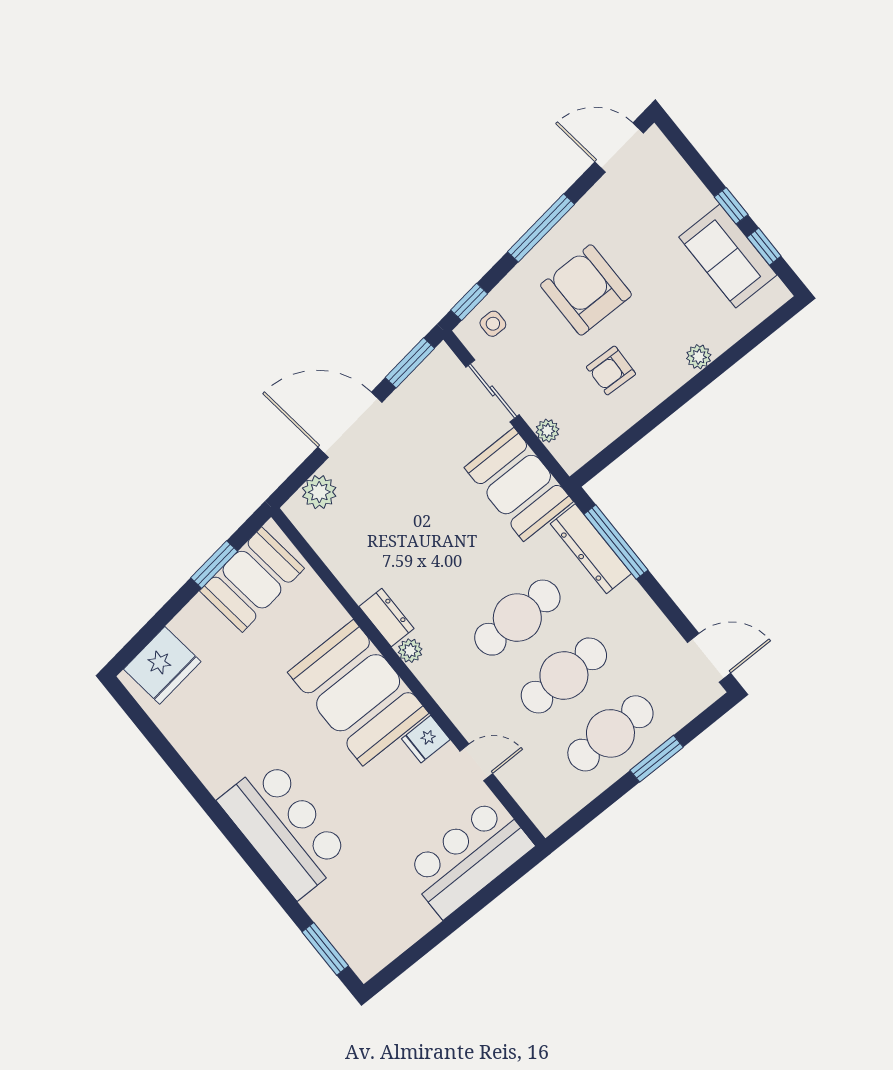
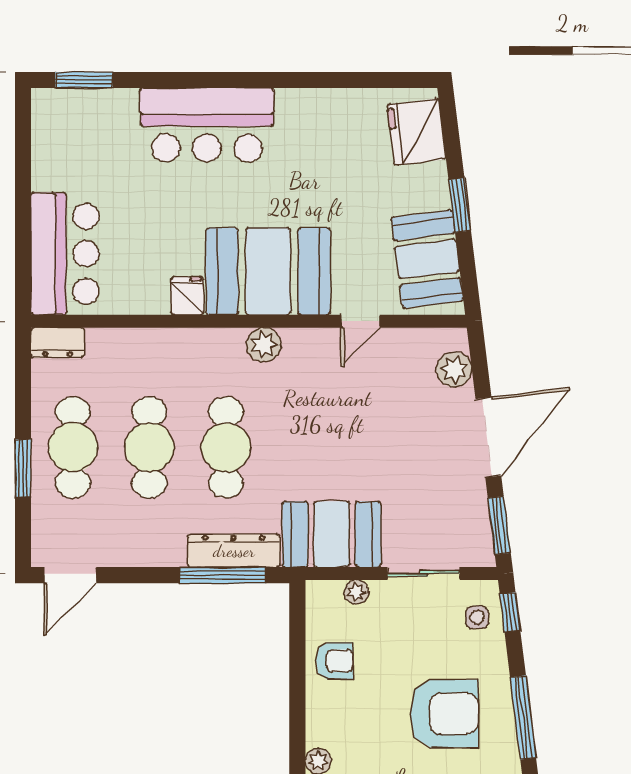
armchair: (611, 370) -> (335, 661), moved, turned 88
window: (214, 565) -> (460, 205), moved
dresser: (386, 618) -> (57, 343), moved
plant: (410, 651) -> (264, 345), width x1.38, depth x1.38
door: (476, 762) -> (360, 321), moved

